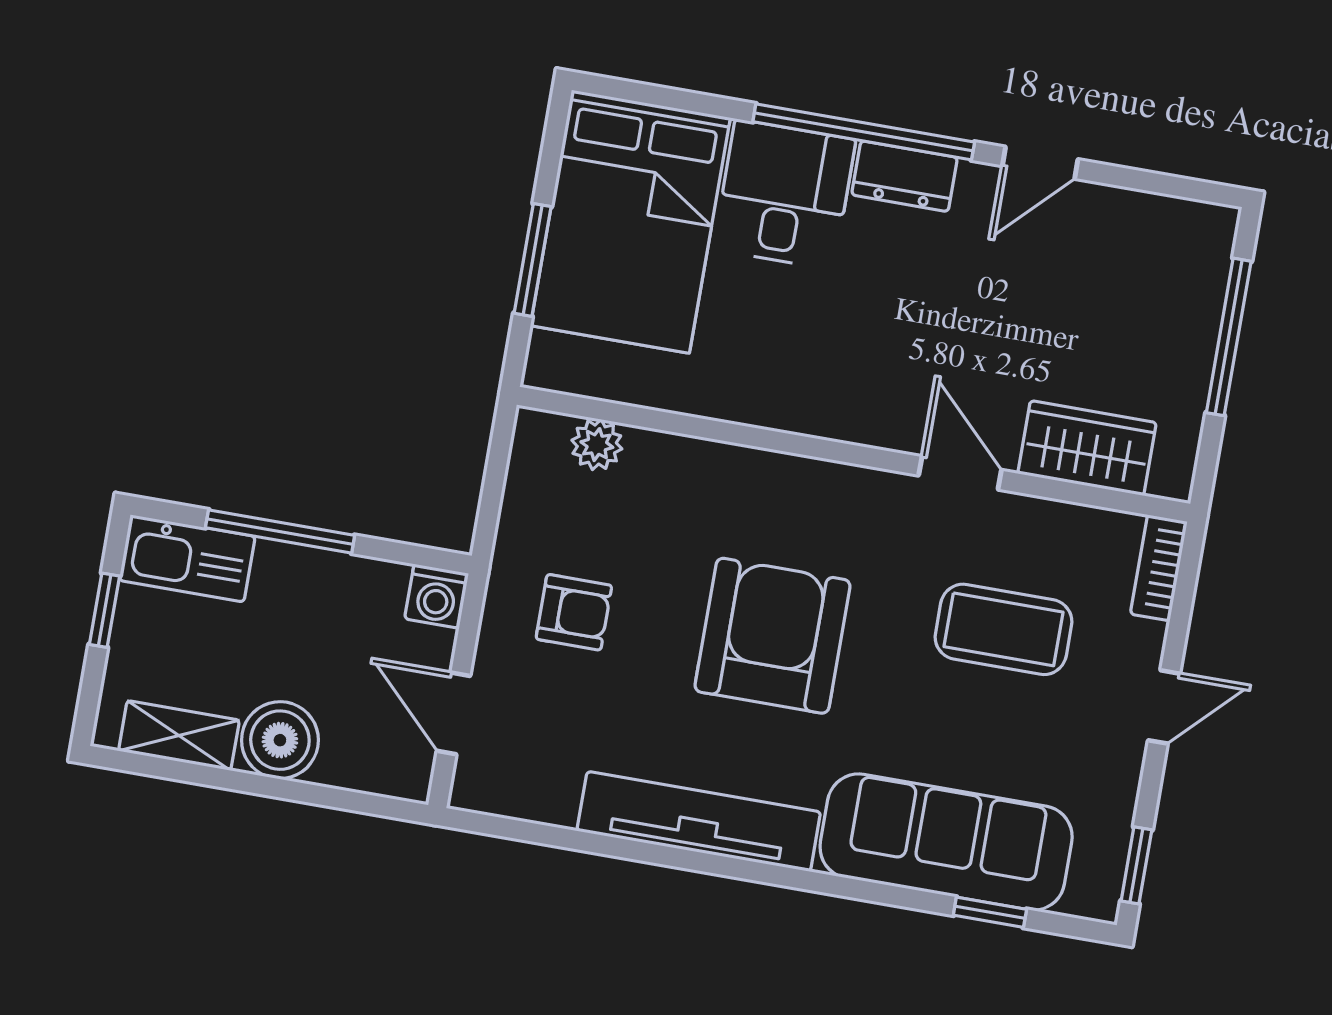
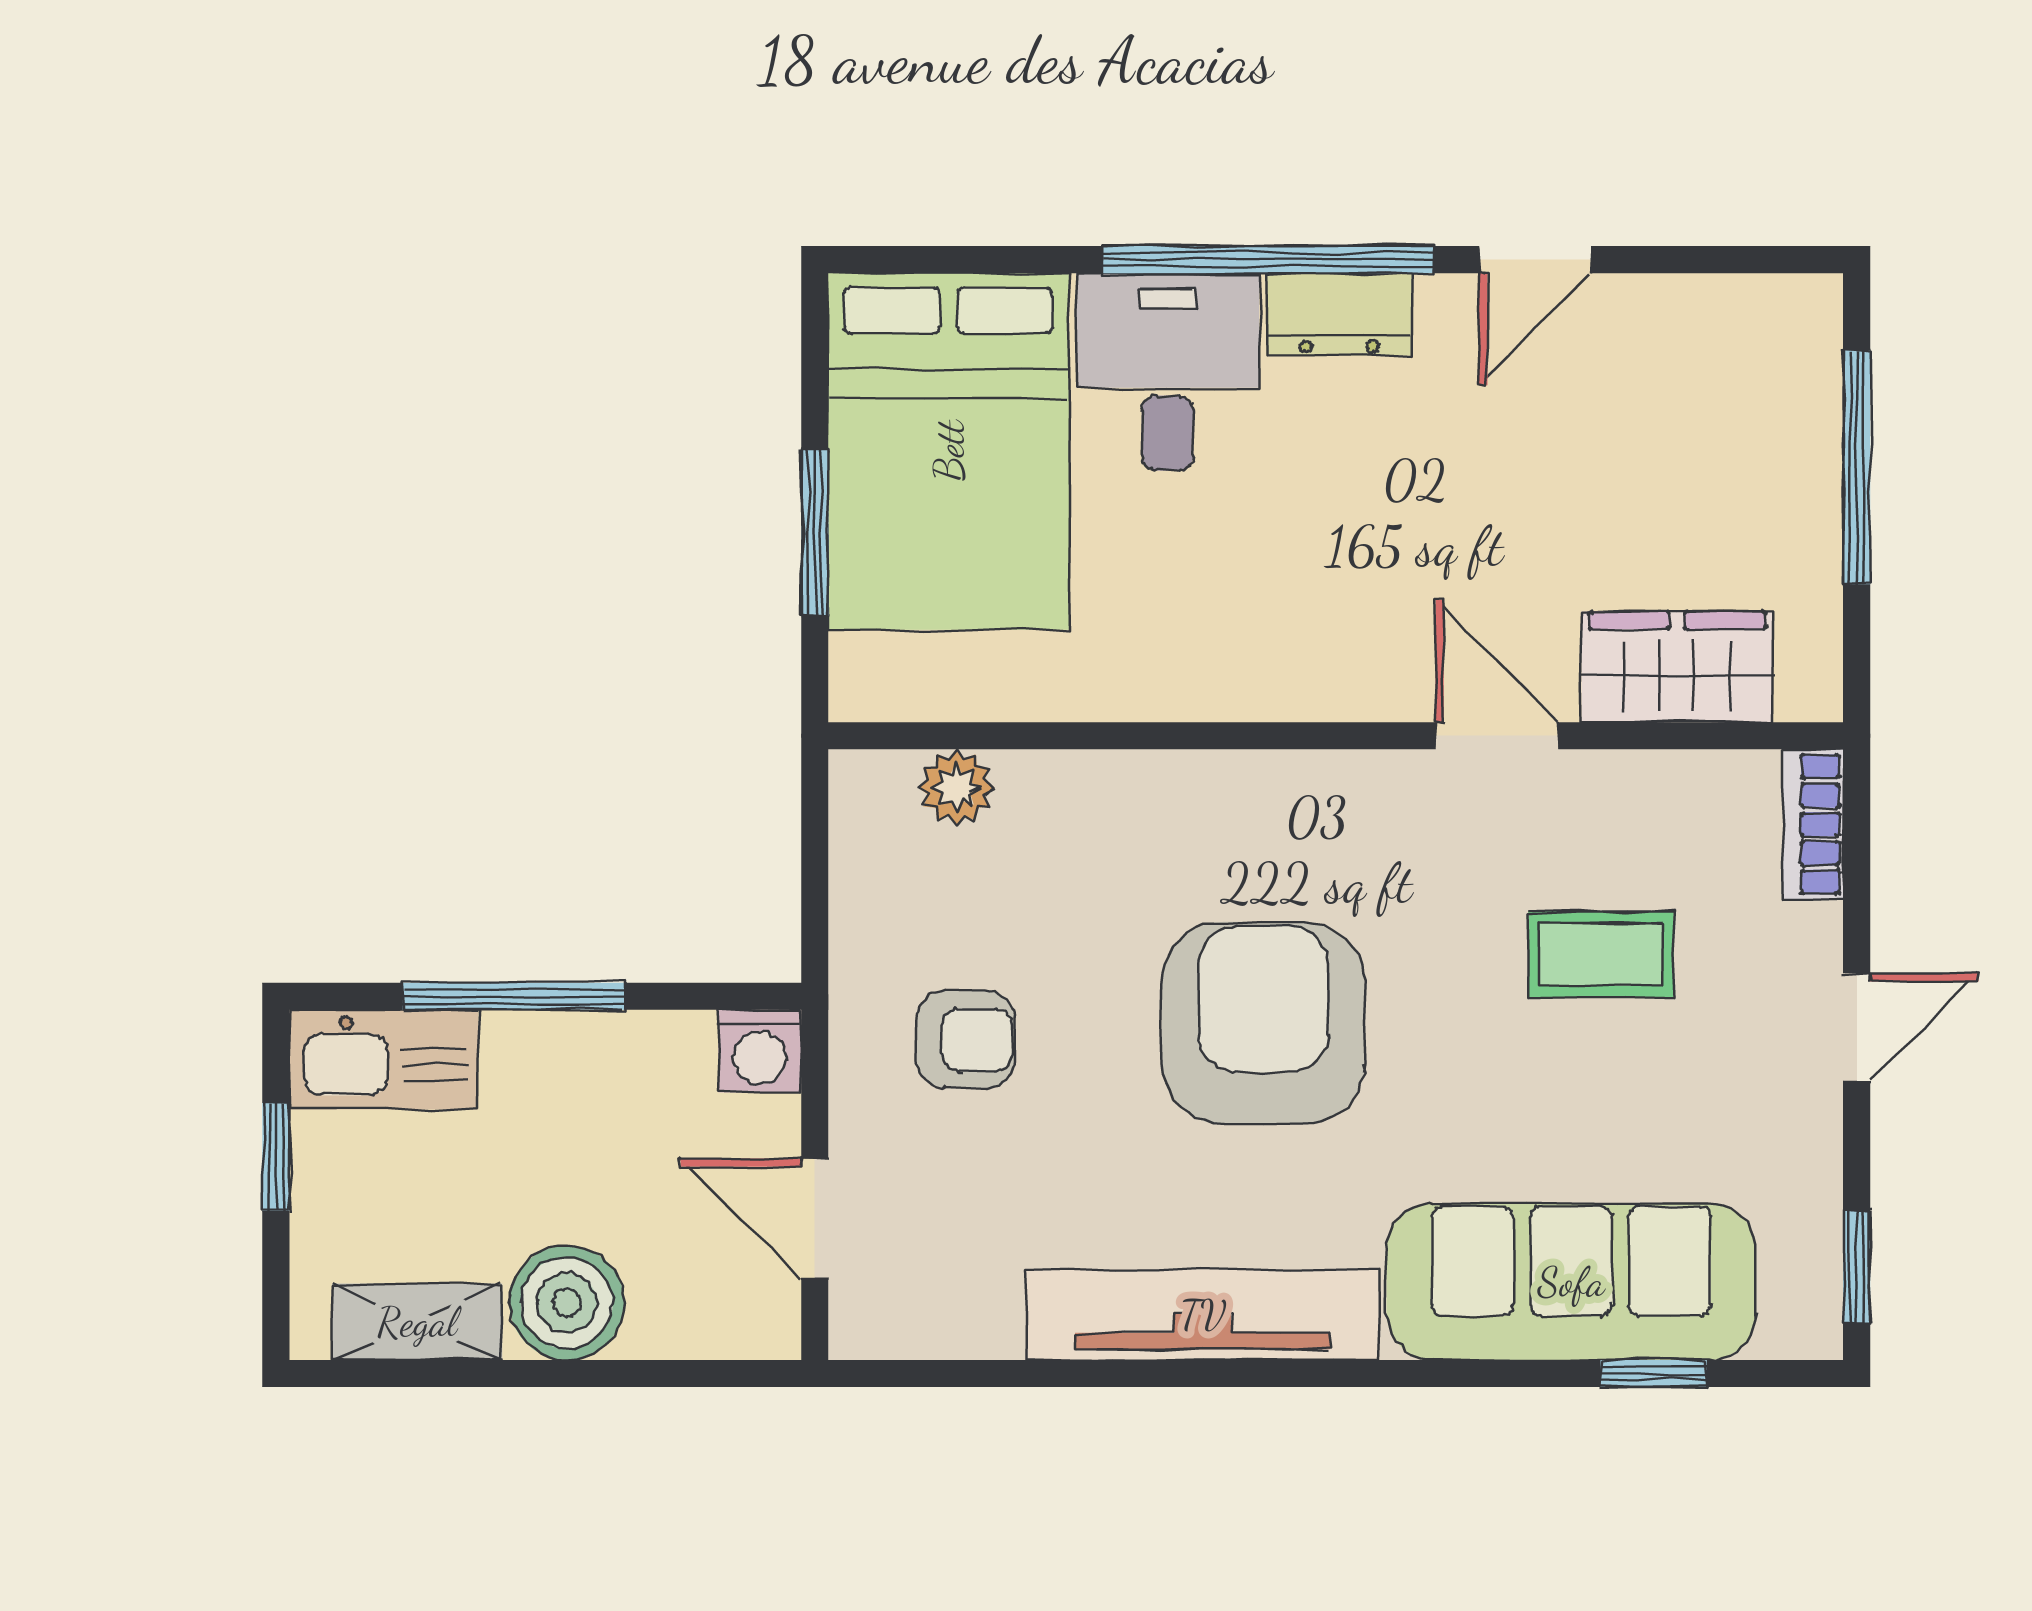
coffee table: (1004, 629) -> (1601, 955), width x0.73, depth x0.77

